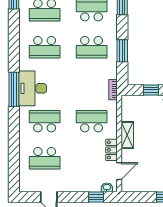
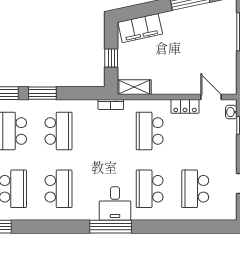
window: (122, 51) -> (42, 93), moved
desk: (33, 88) -> (115, 203), width x0.73
shelving: (127, 135) -> (134, 87), moved
school desk: (45, 158) -> (195, 189), turned 180

